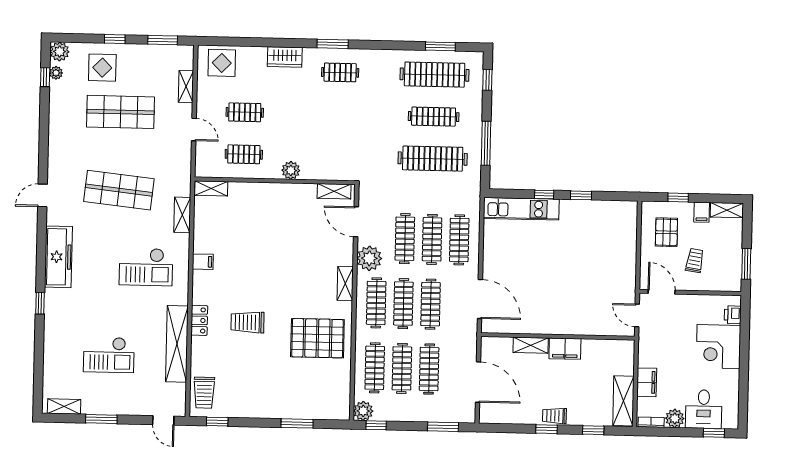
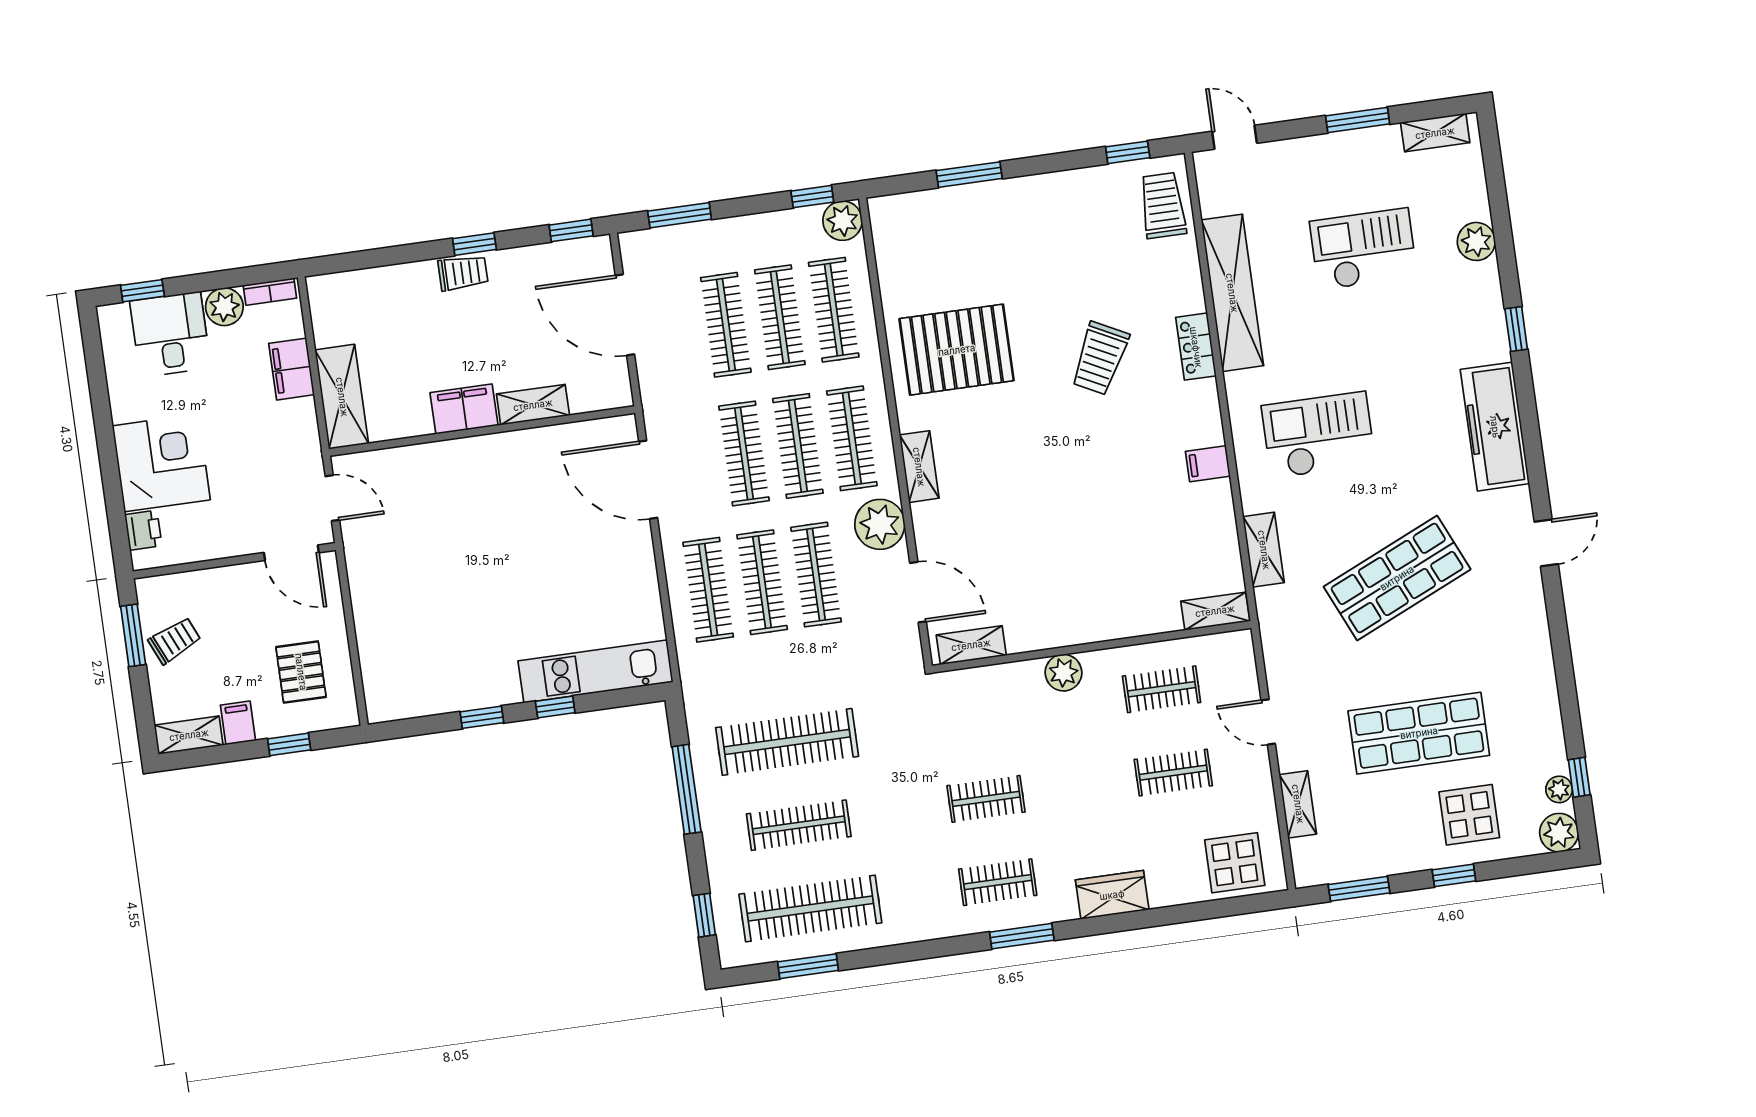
clothes rail: (339, 114) -> (986, 799), added
shop shelf: (119, 190) -> (1397, 578), turned -30
trolley: (695, 260) -> (175, 640), moved, turned -123
trolley: (248, 322) -> (1100, 358), turned 117
plant: (53, 350) -> (1476, 241), added
shelving: (623, 401) -> (342, 397), moved
window: (593, 430) -> (571, 230), moved

